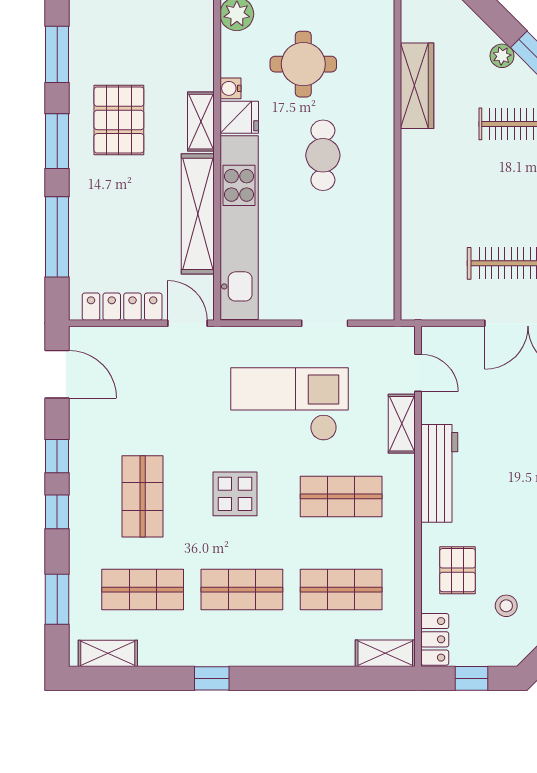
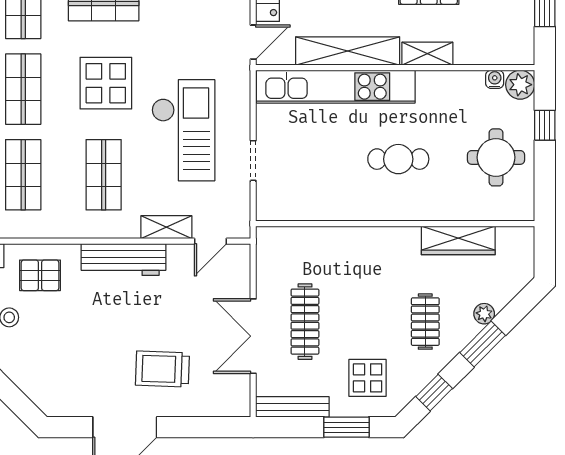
round table: (303, 64) -> (496, 157), moved
water cooler: (231, 88) -> (495, 79), moved
fridge: (239, 117) -> (431, 87), removed
display table: (235, 494) -> (106, 83), width x1.36, depth x1.36

